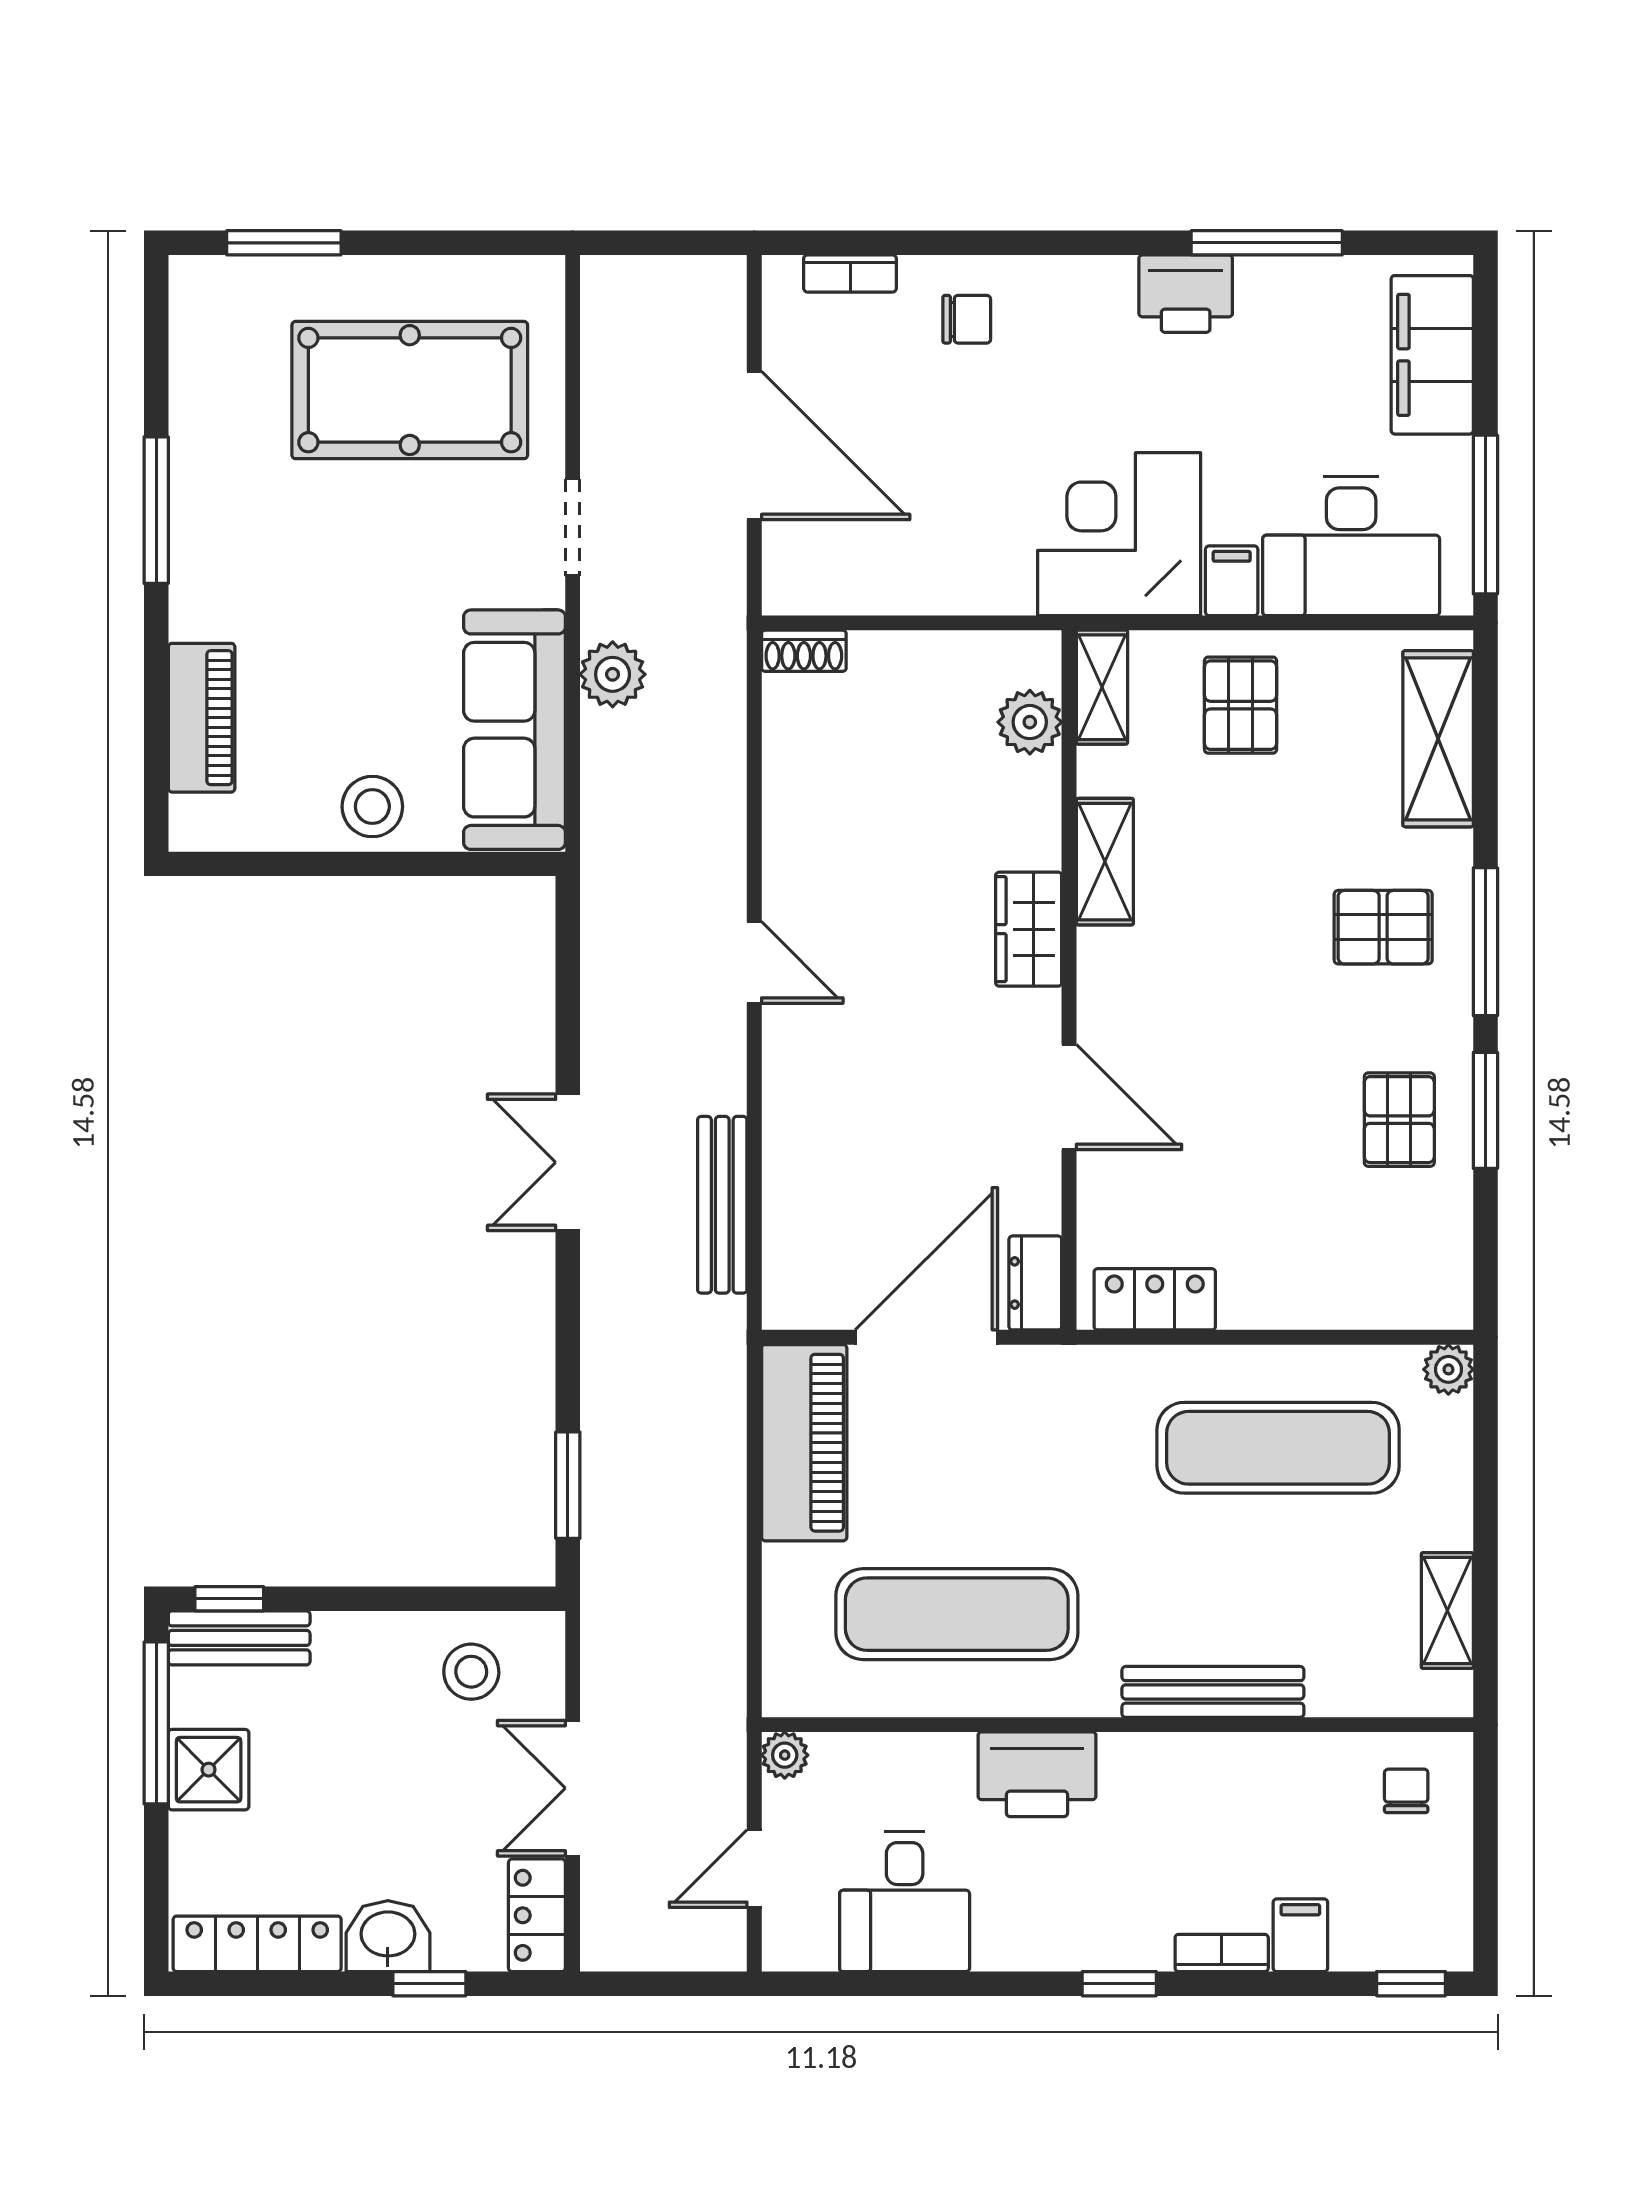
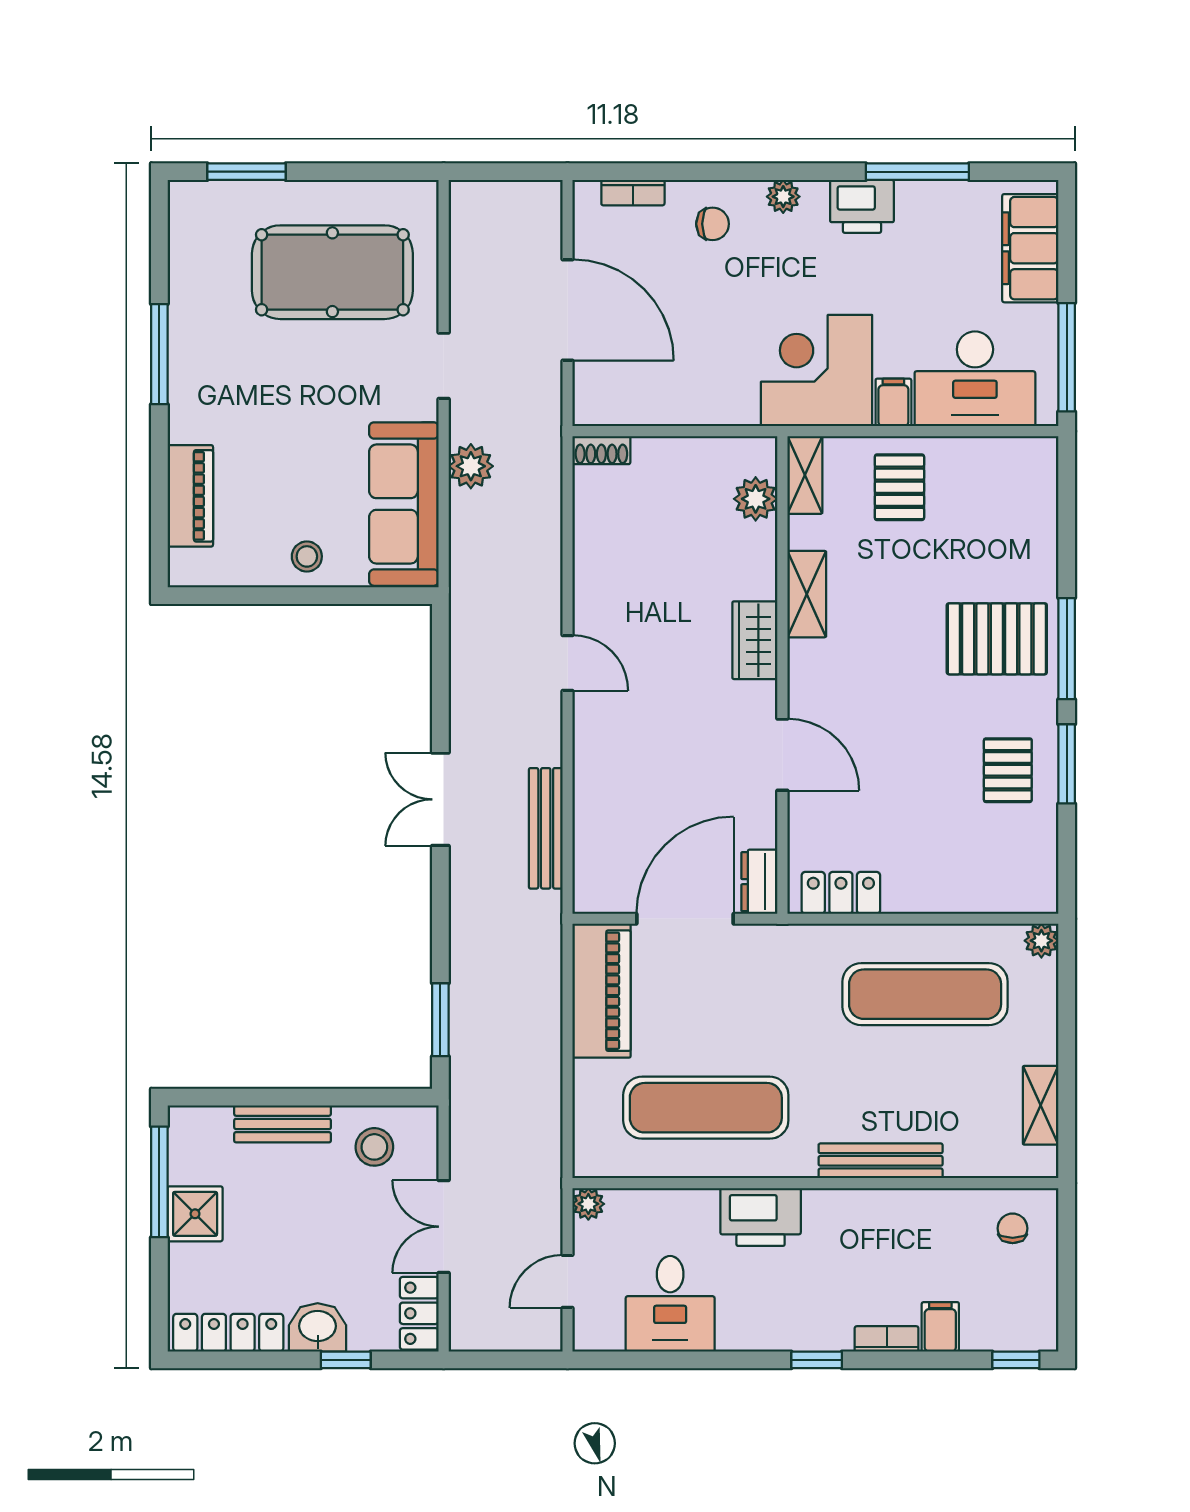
plant: (1070, 279) -> (783, 197), added
shelving: (1438, 739) -> (1034, 510), removed
stool: (372, 807) -> (307, 556), width x0.73, depth x0.73
pallet: (1383, 927) -> (997, 639), width x1.50, depth x1.42
window: (229, 1599) -> (209, 1097), removed
bench: (239, 1638) -> (283, 1124), moved

